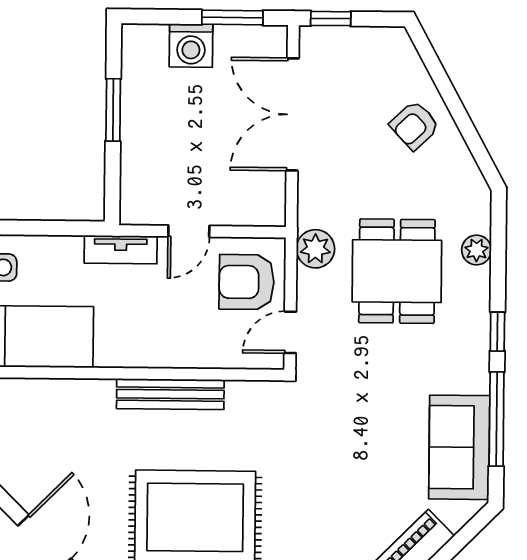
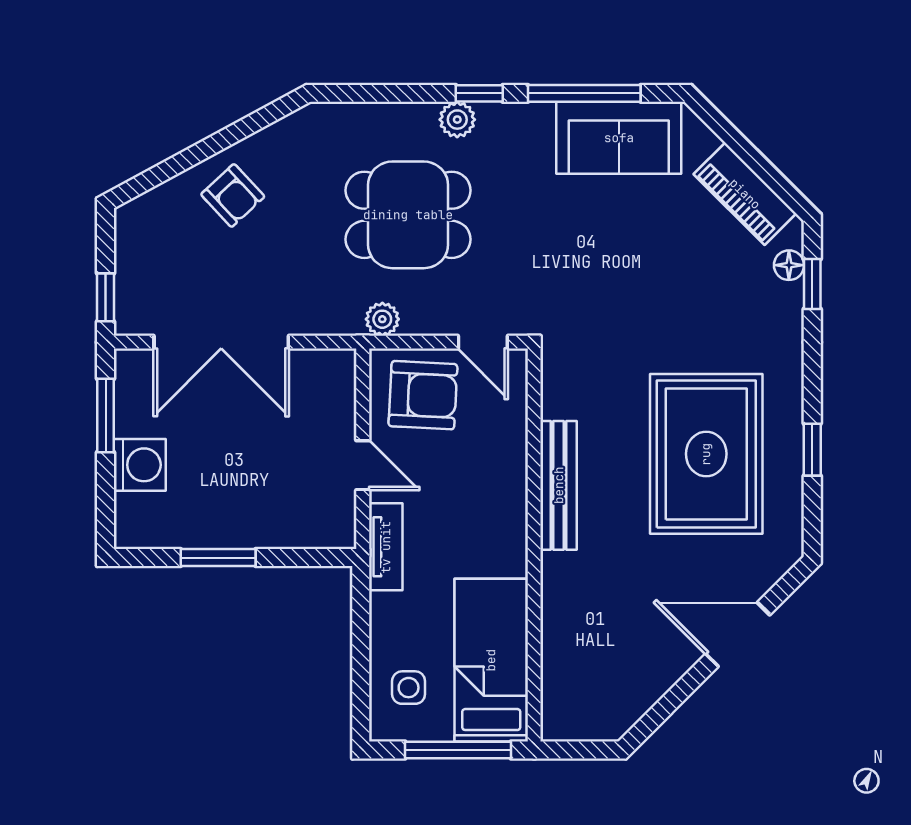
plant: (315, 249) -> (382, 319), width x0.73, depth x0.73
plant: (476, 250) -> (457, 120), moved
armchair: (247, 282) -> (423, 395), turned -87

